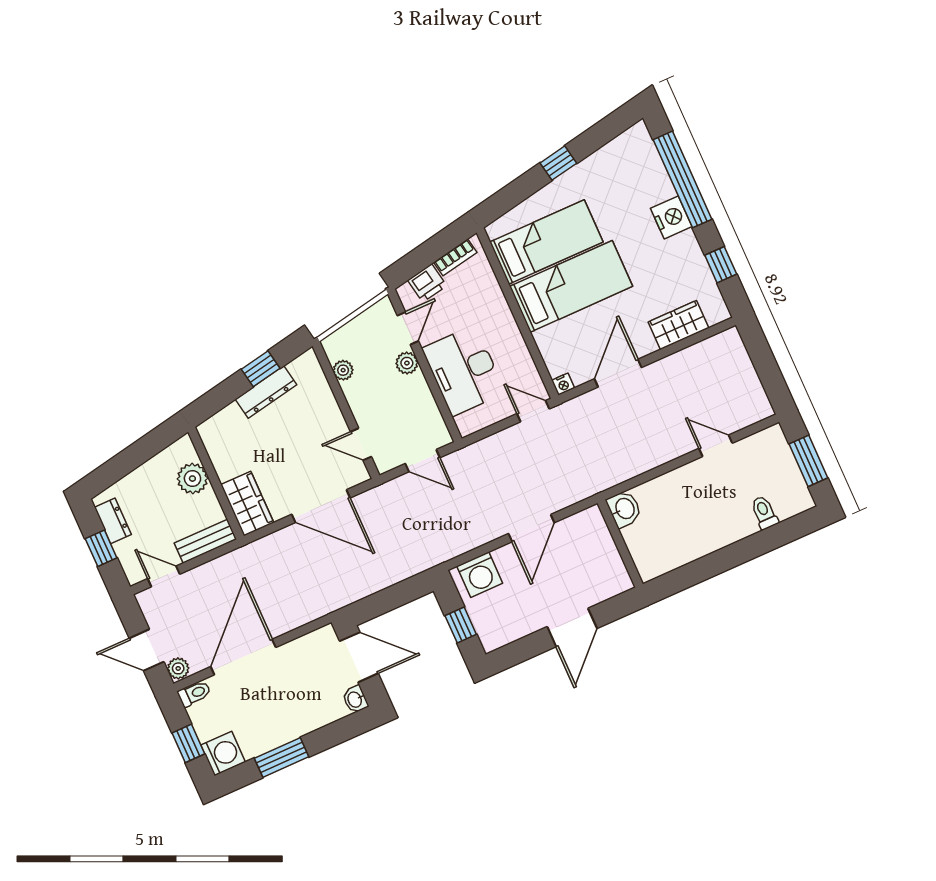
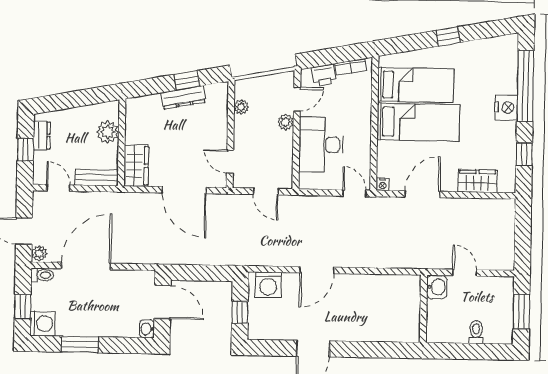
washbasin: (624, 509) -> (437, 287), moved
wall: (620, 544) -> (423, 309), moved

